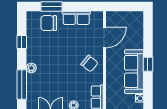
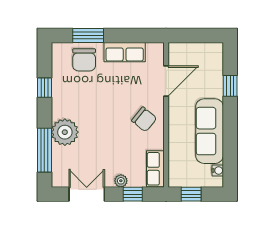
chair: (49, 23) -> (84, 60), turned -90
window: (148, 64) -> (230, 86), moved
plant: (31, 68) -> (65, 132), width x1.88, depth x1.88

